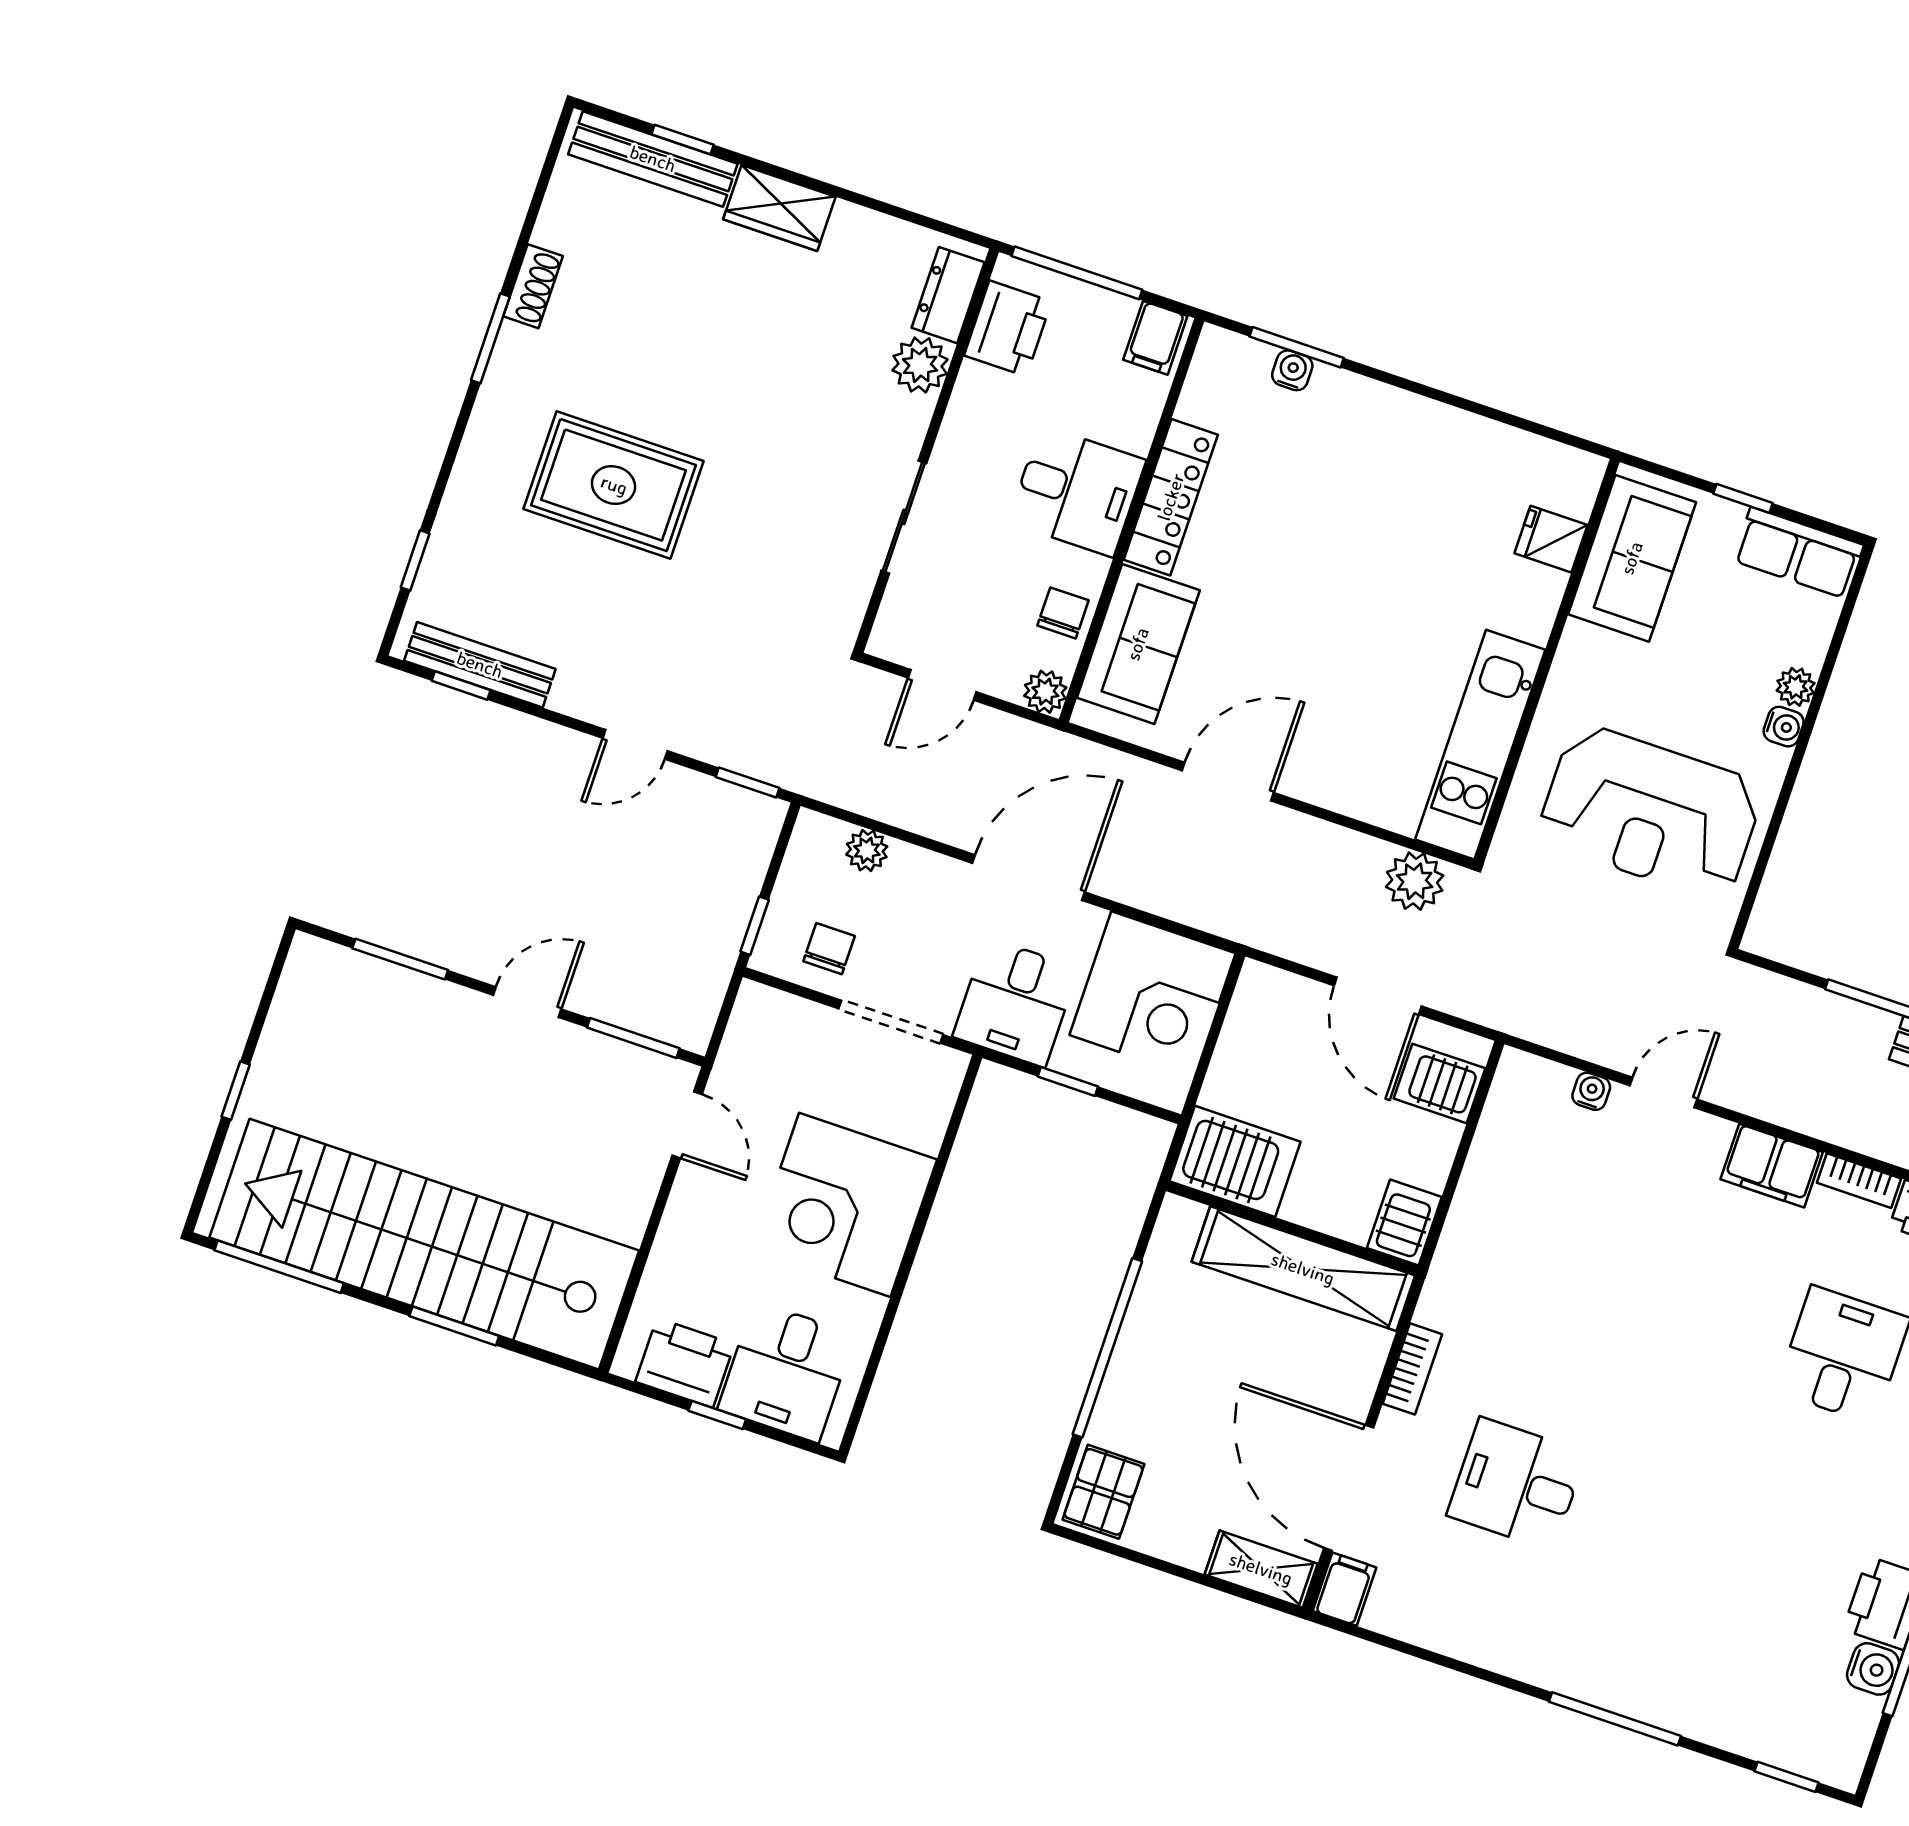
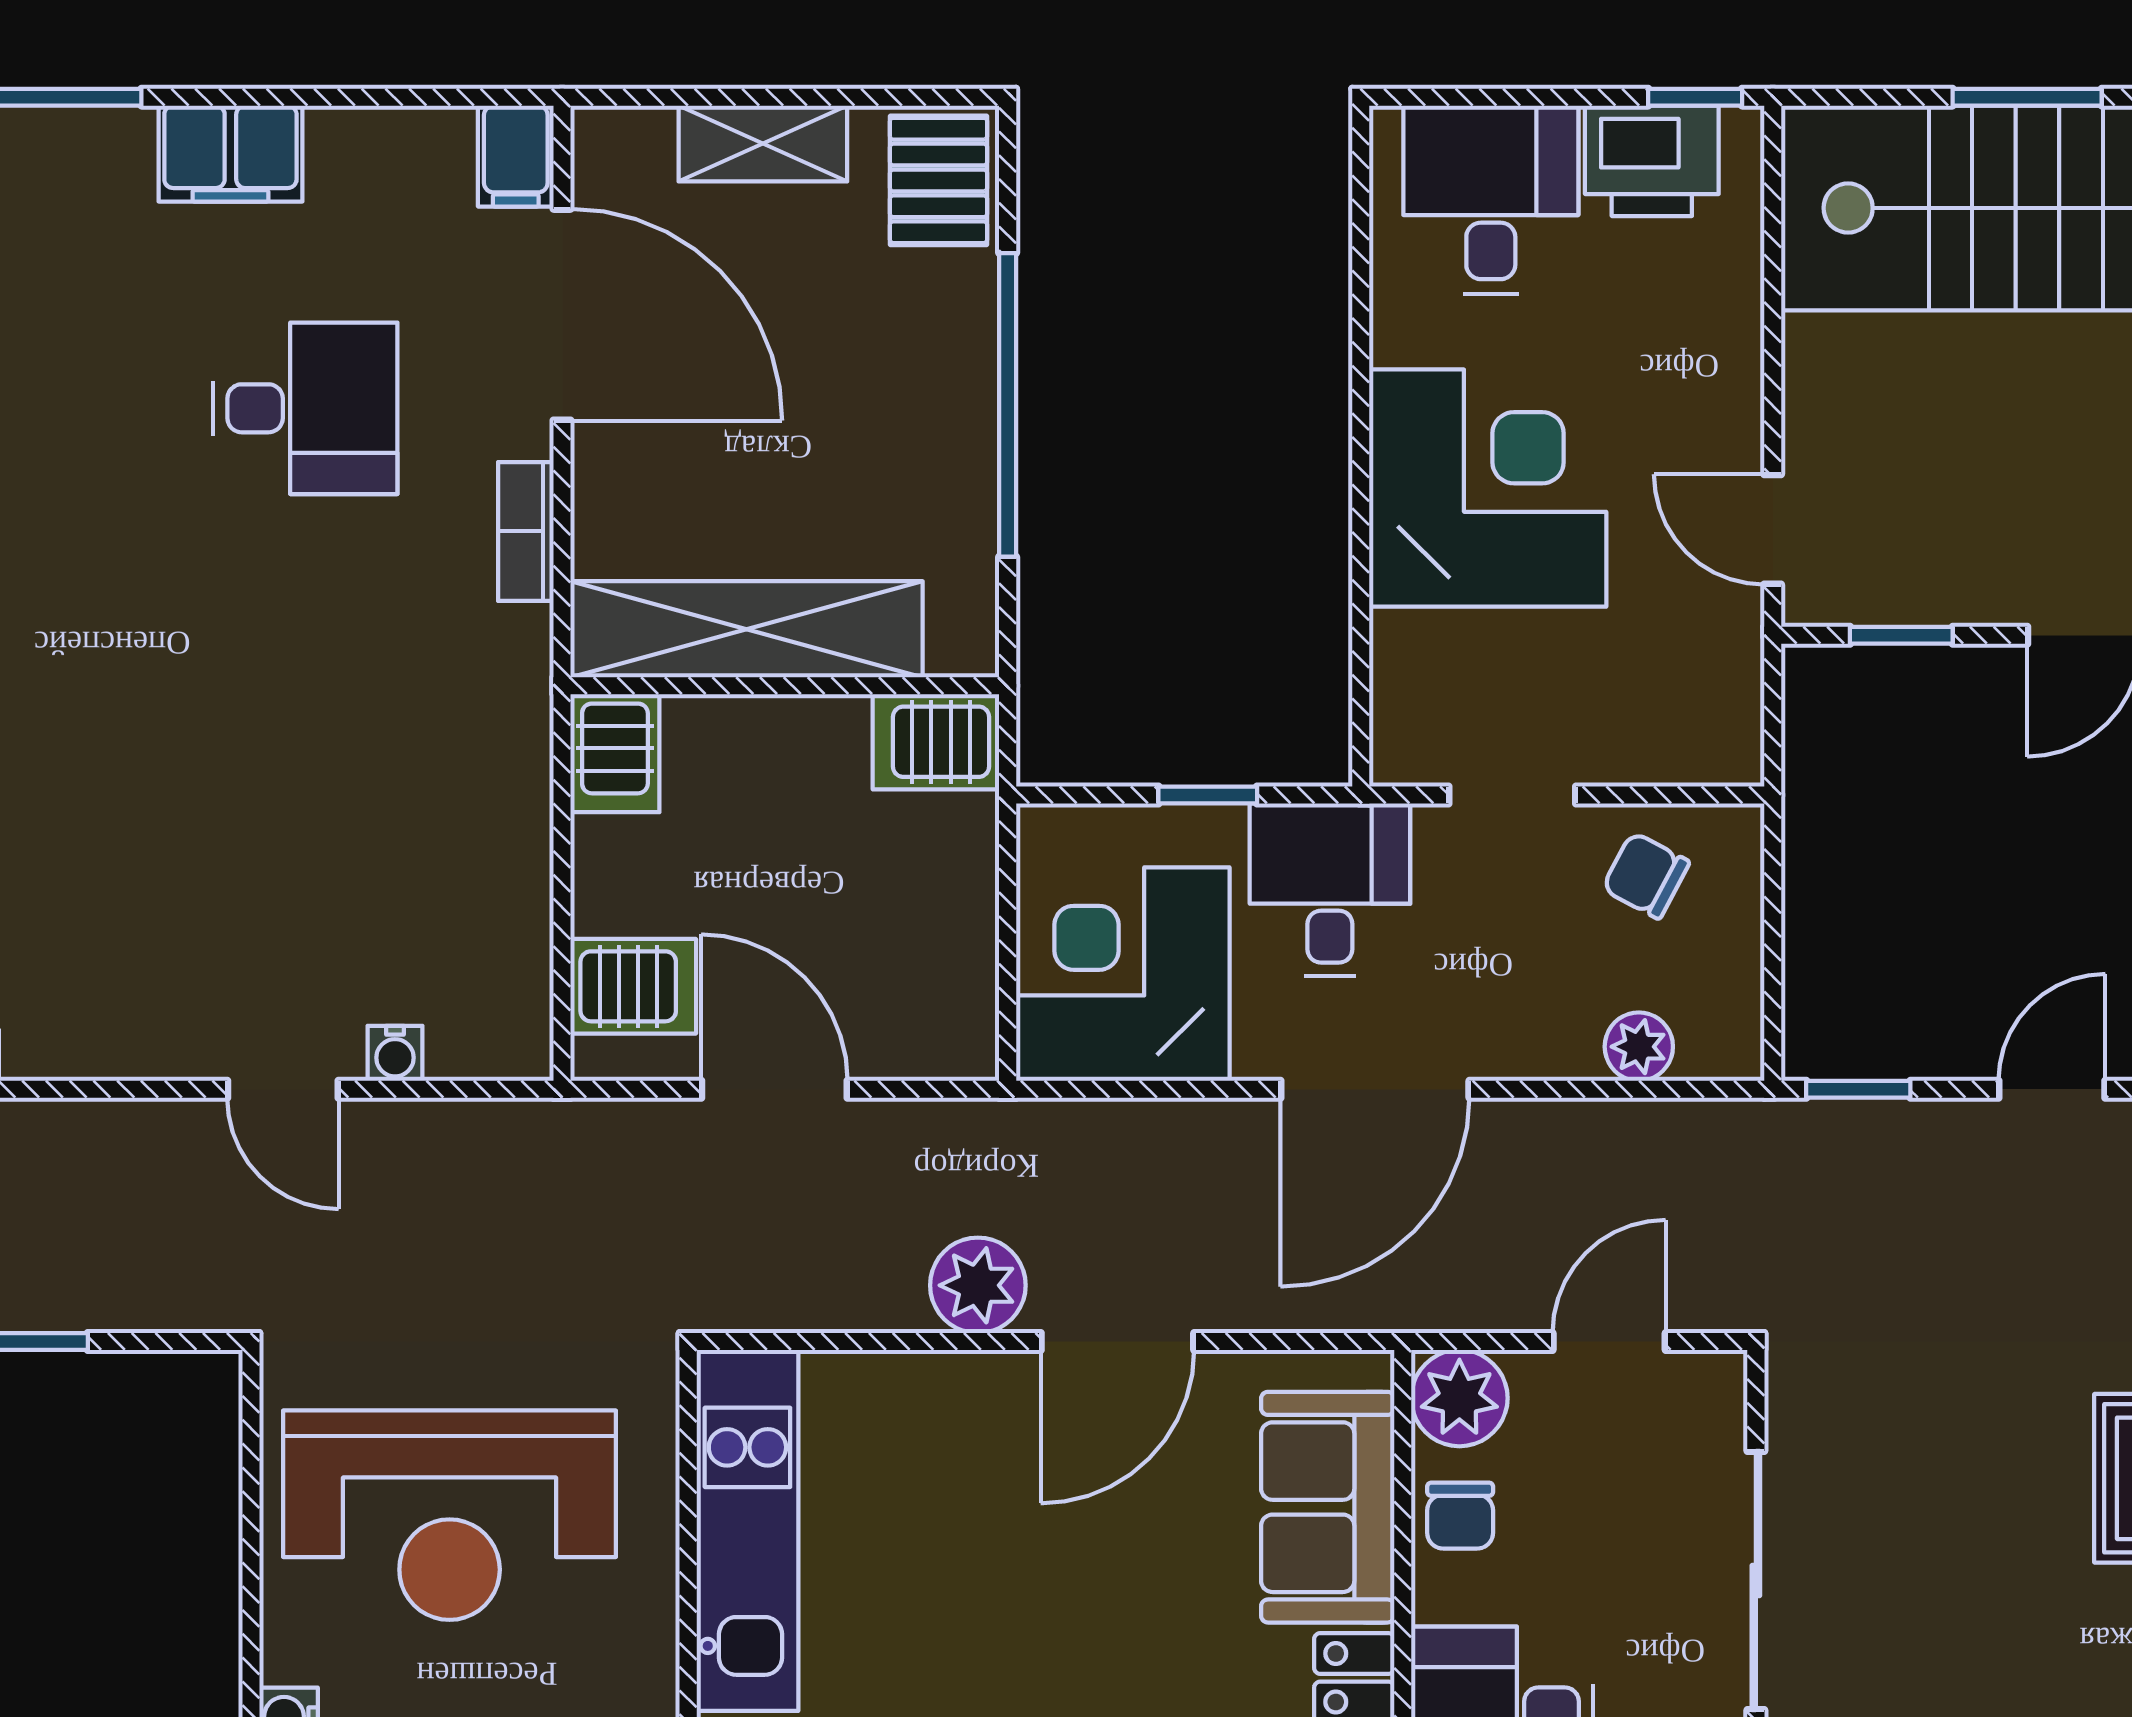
sliding door: (904, 517) -> (1756, 1581), width x1.37
plant: (1045, 692) -> (1459, 1398), width x1.38, depth x1.38
reception desk: (1650, 812) -> (450, 1515), turned 180
plant: (1415, 881) -> (978, 1285), moved
window: (755, 926) -> (1773, 872), removed
chair: (829, 949) -> (1646, 875), turned 118
doorway: (891, 1022) -> (1512, 795), width x0.73
window: (633, 1038) -> (1901, 635), width x0.67
door: (1663, 1092) -> (283, 1089), hinge flipped
server rack: (1235, 1161) -> (936, 742), width x0.73, depth x0.70
filing cabinet: (1772, 1166) -> (230, 154), moved, turned 180
window: (717, 1415) -> (1695, 97), moved
shelving: (1261, 1569) -> (763, 144), moved

